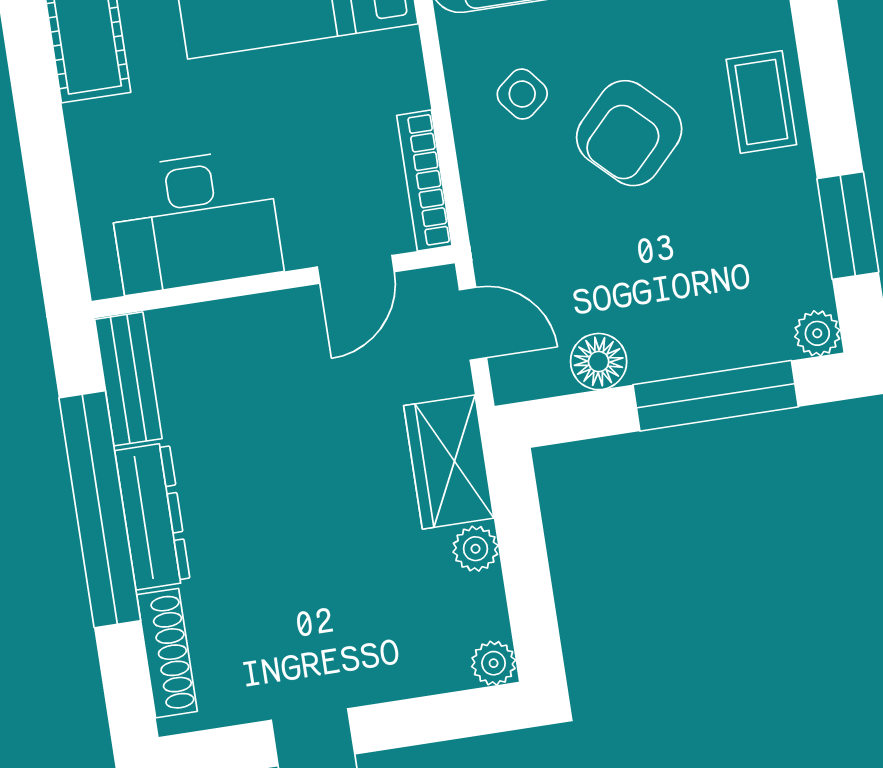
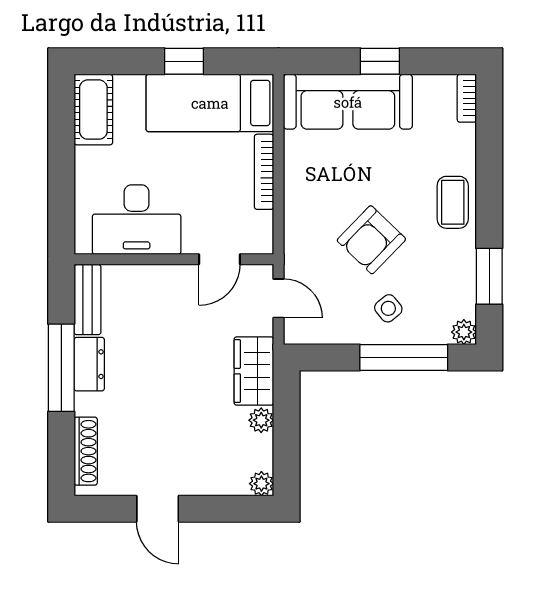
side table: (522, 94) -> (388, 308), moved
armchair: (629, 133) -> (371, 240), moved
bookcase: (424, 181) -> (264, 172), moved
floor lamp: (599, 362) -> (343, 329), removed
window: (100, 509) -> (61, 368), width x0.68
dresser: (153, 516) -> (89, 364), width x0.70

